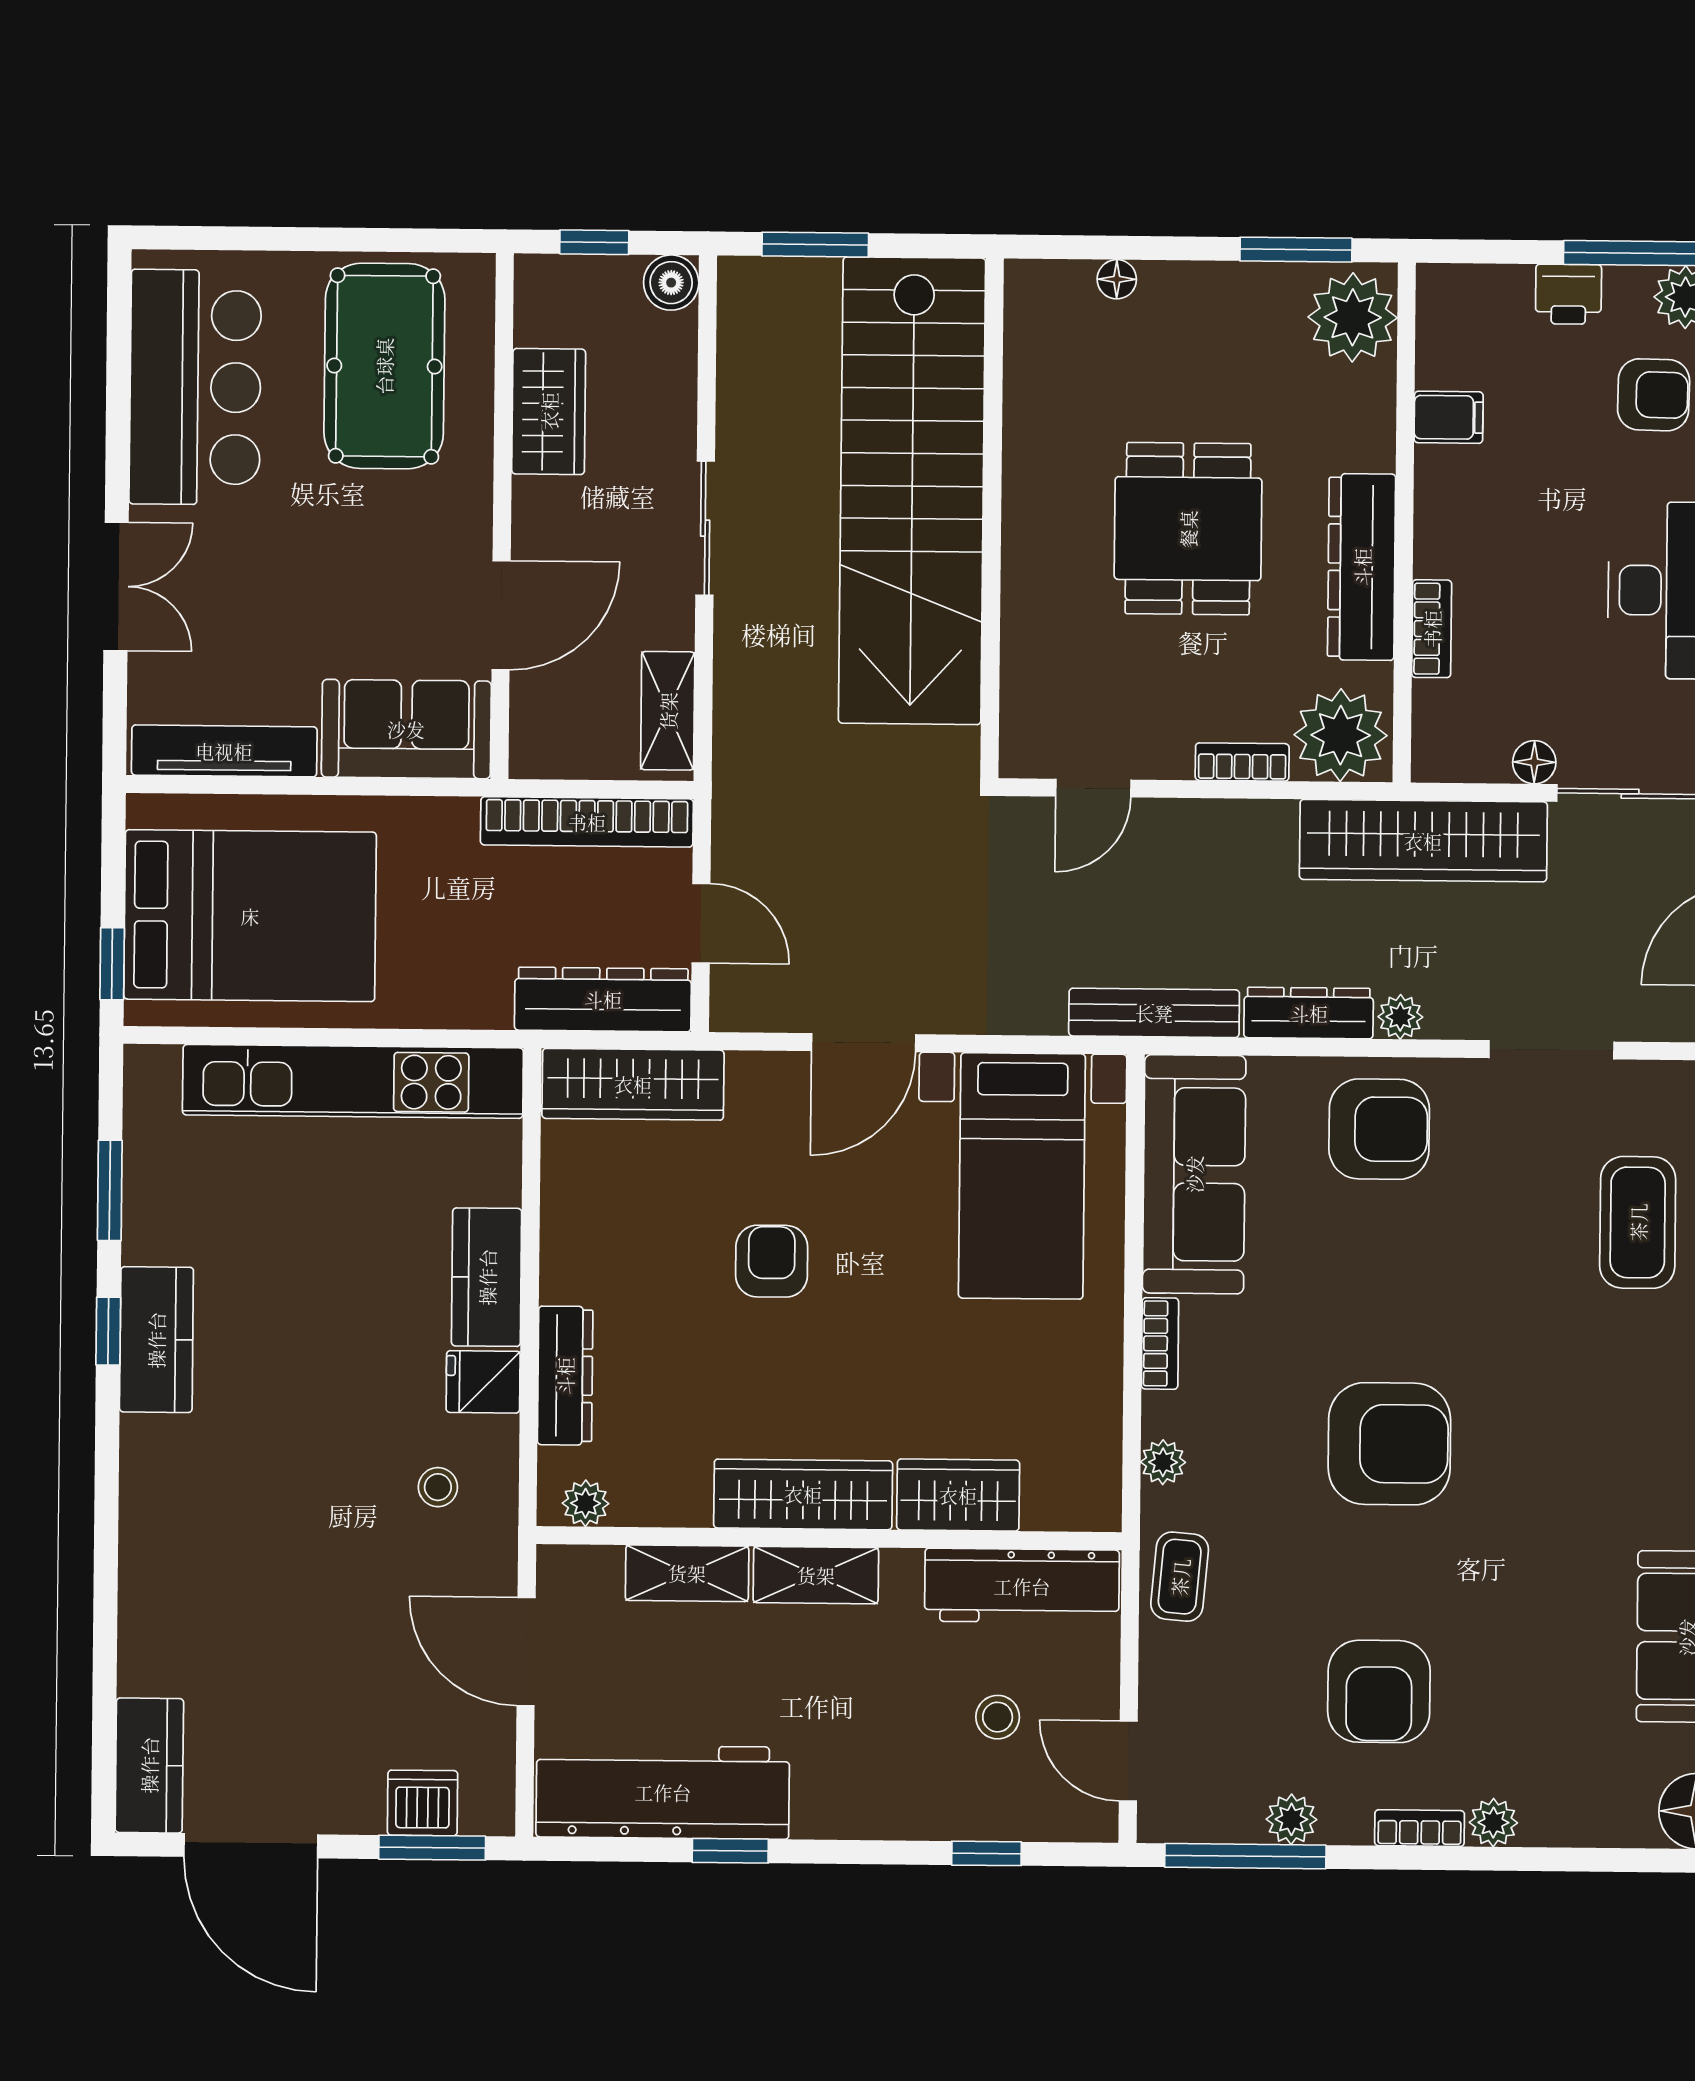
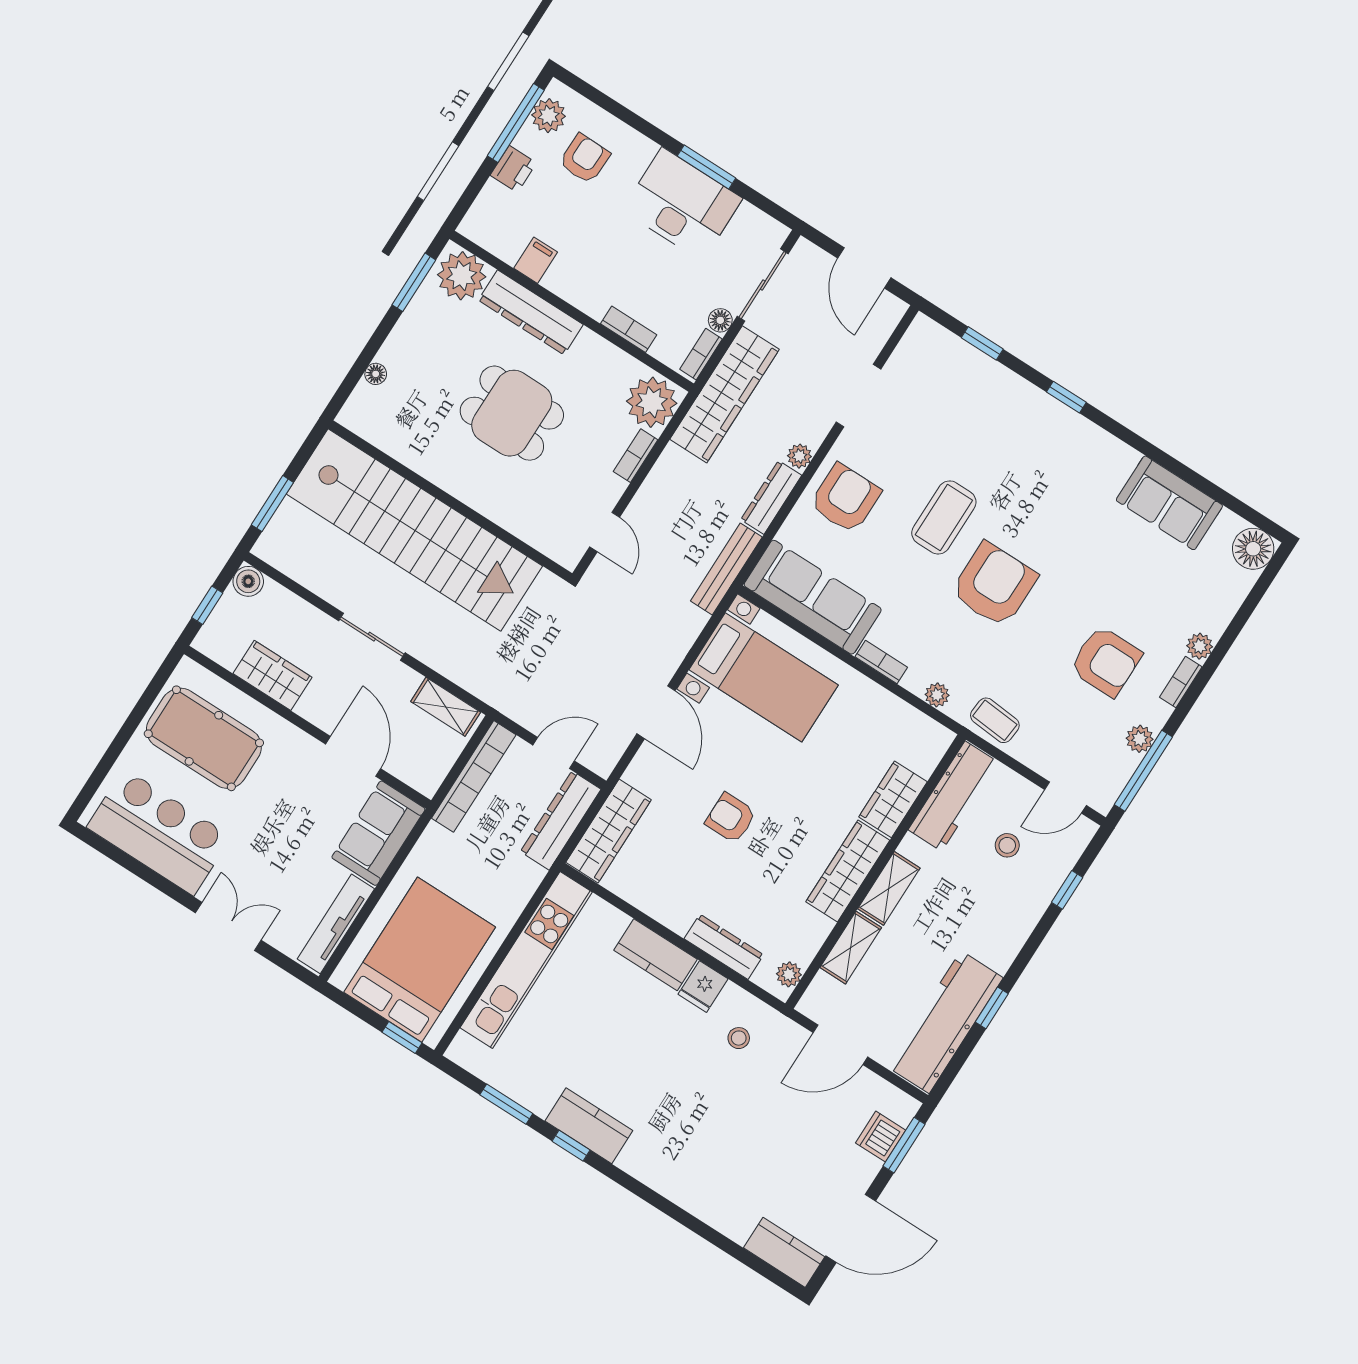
dresser: (1362, 567) -> (531, 312), moved
bookcase: (1463, 765) -> (701, 354), added
coffee table: (1638, 1222) -> (944, 517), moved, turned 90

